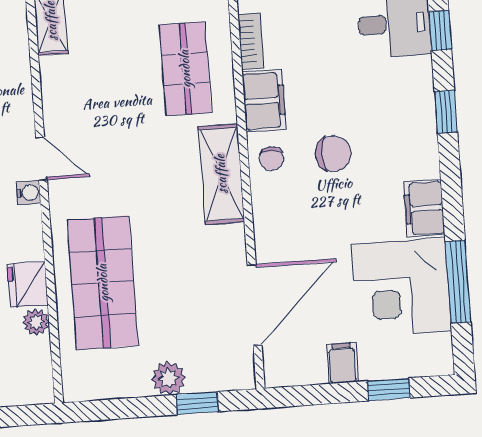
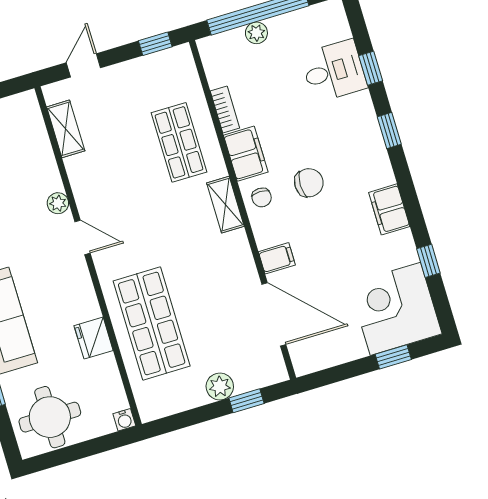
shelving: (221, 174) -> (225, 205), width x0.67, depth x0.75
water cooler: (28, 193) -> (124, 420), moved, turned 90
window: (458, 282) -> (428, 261), width x0.46
corner desk: (401, 288) -> (395, 309), moved, turned 90
door: (255, 305) -> (274, 314), hinge flipped
plant: (36, 322) -> (58, 203), moved
filing cabinet: (342, 363) -> (277, 258), moved, turned 90

